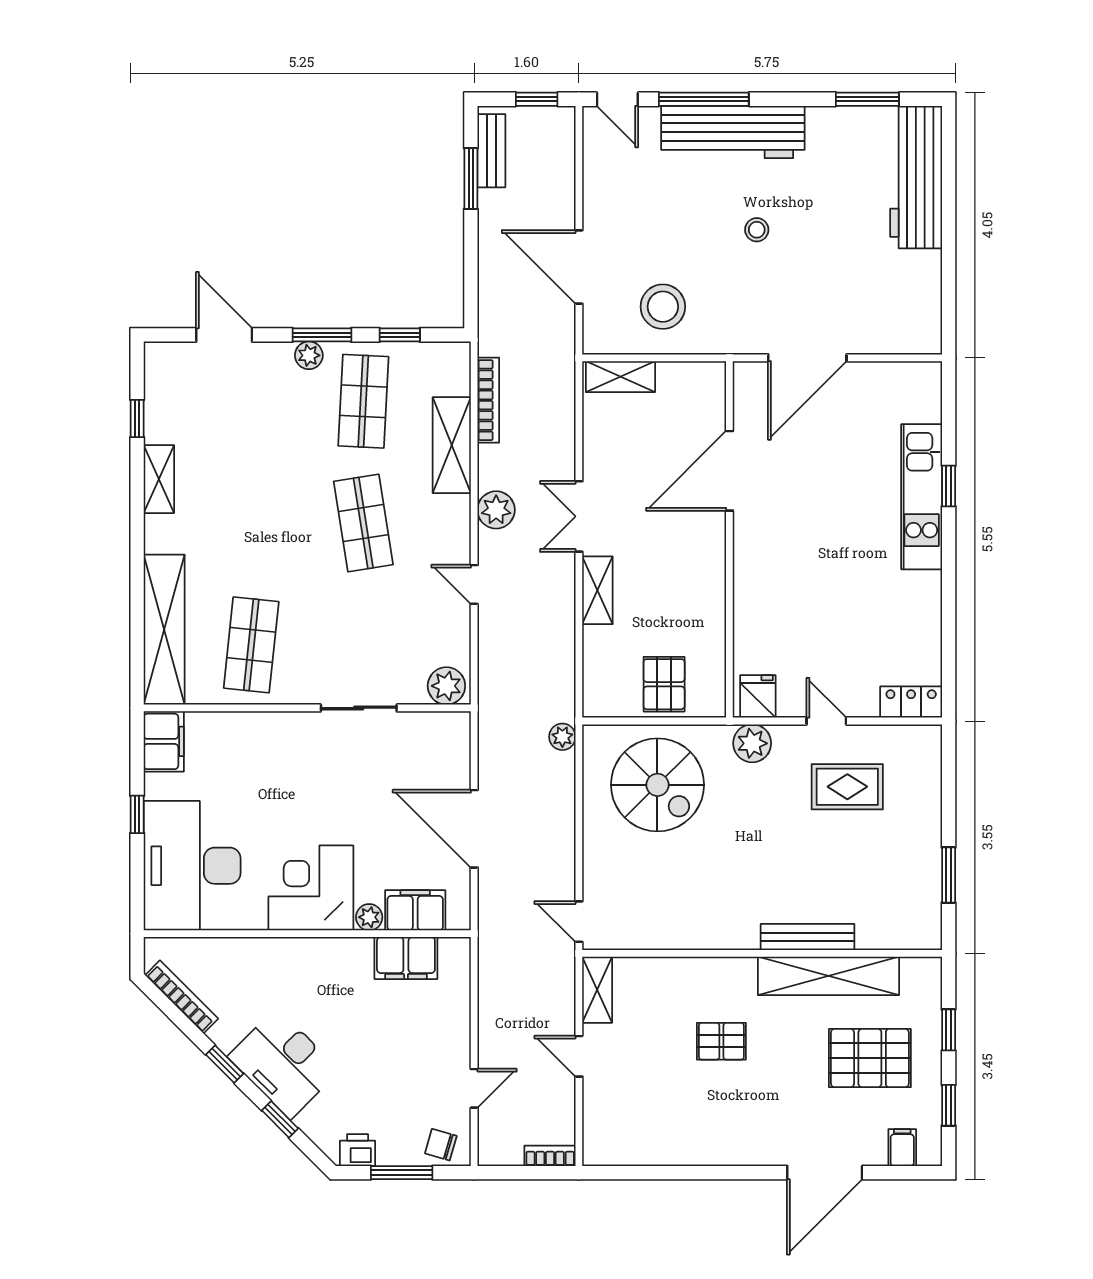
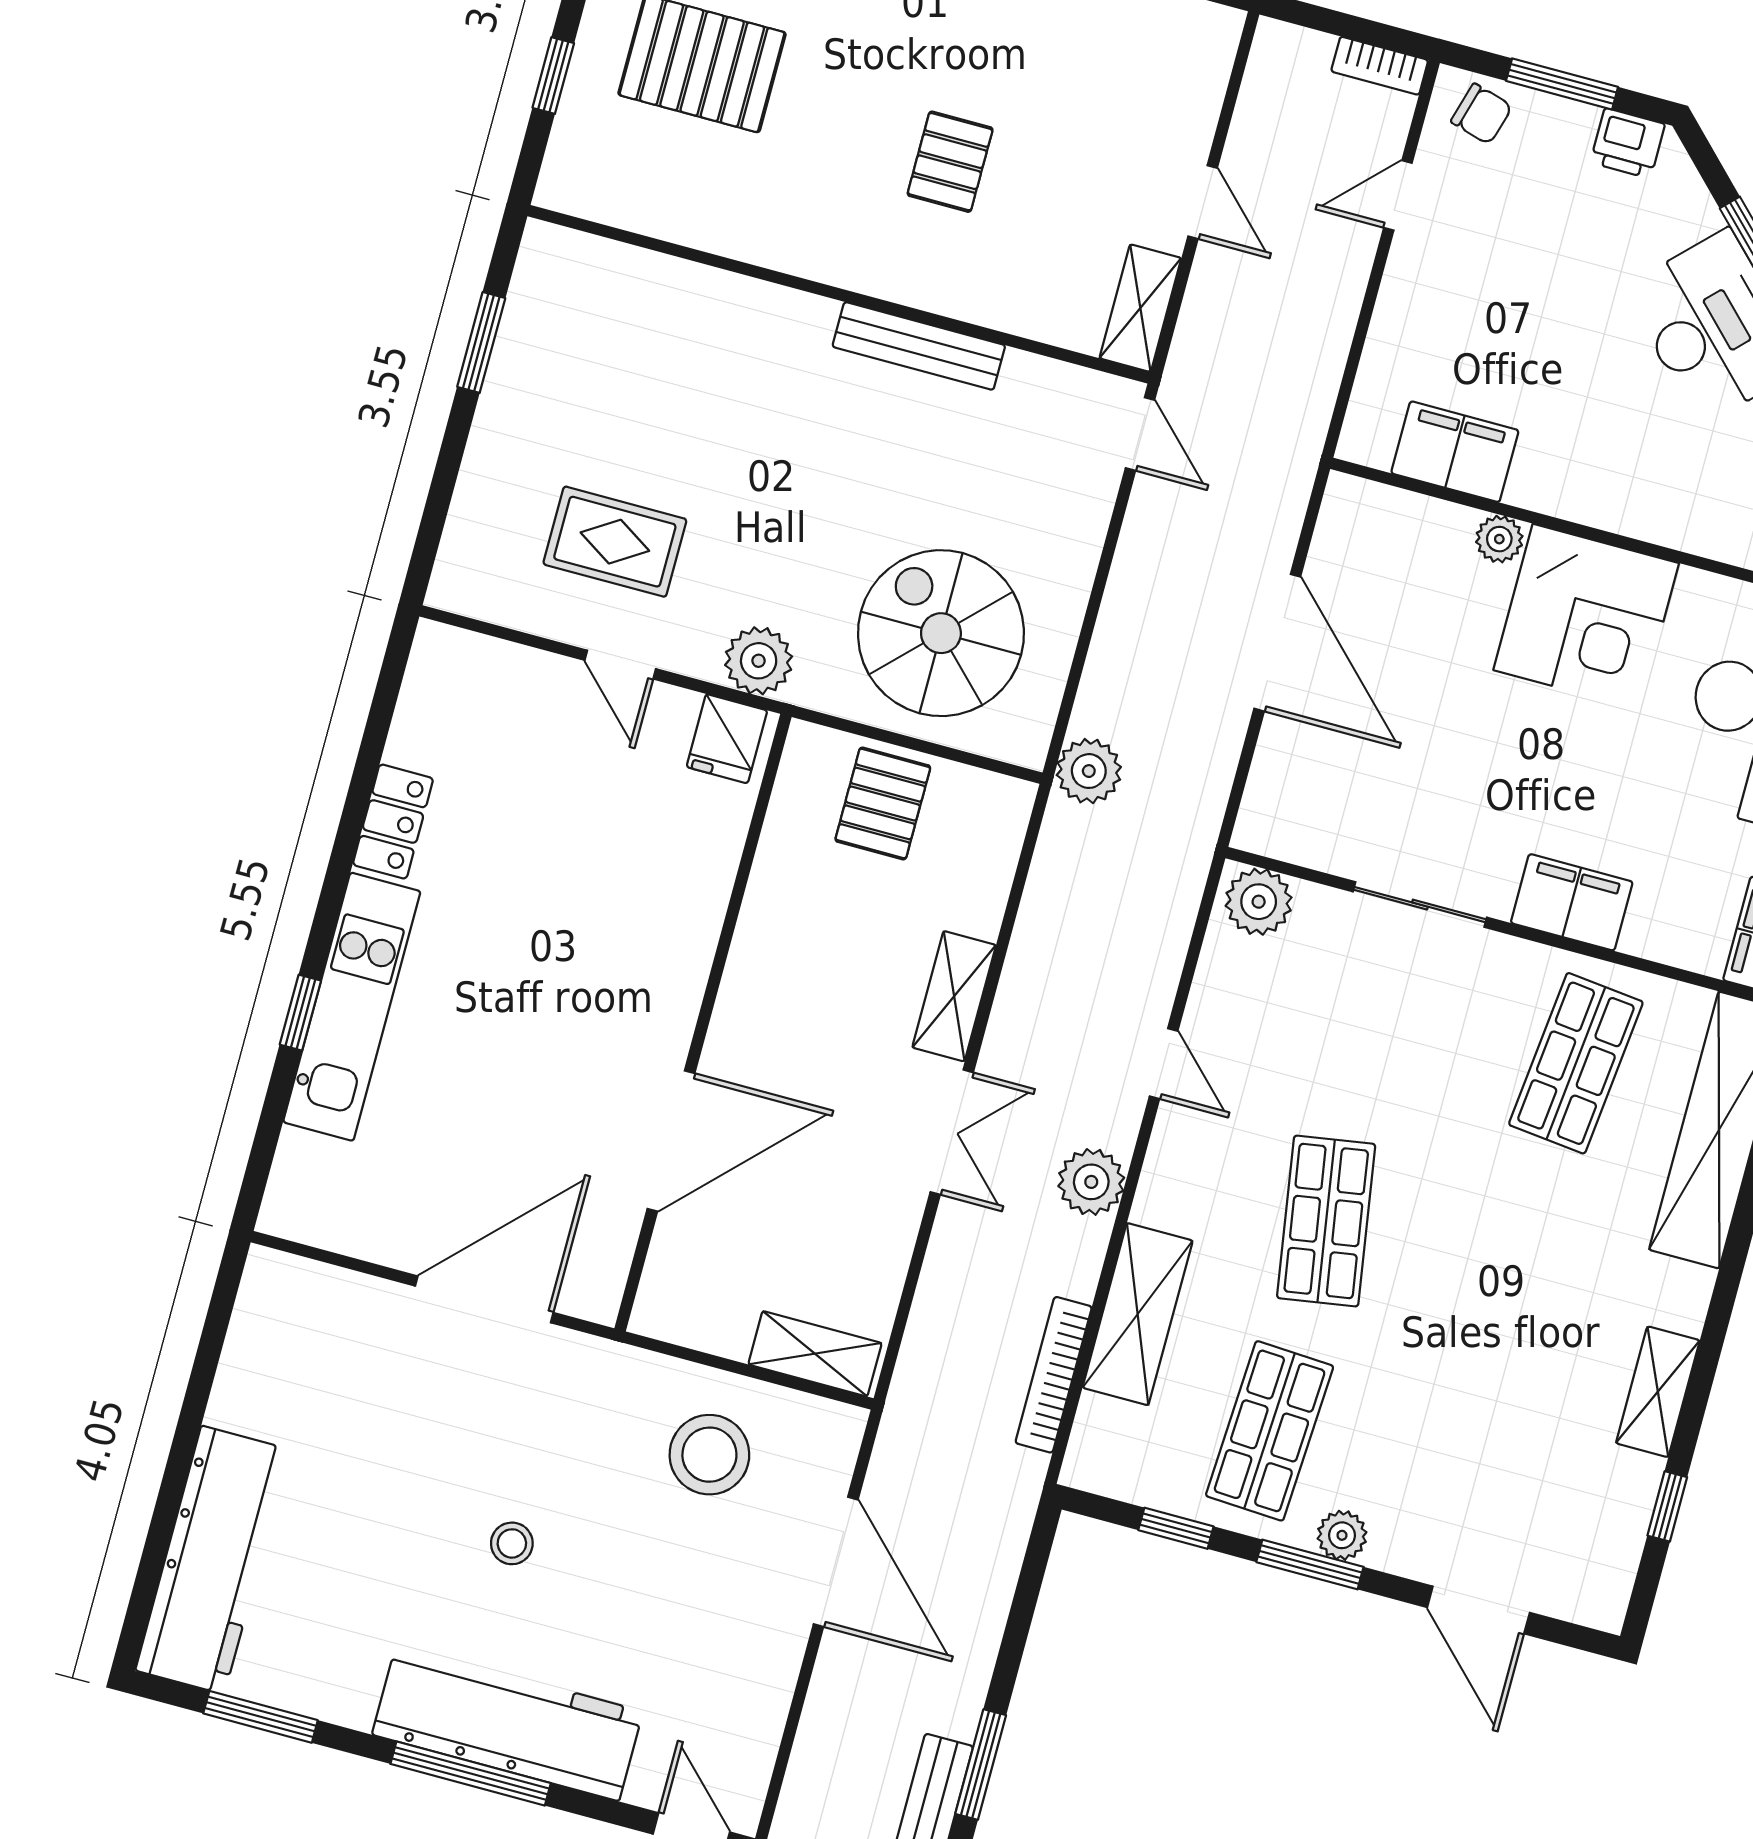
window: (704, 99) -> (471, 1774), moved
locker: (911, 702) -> (393, 822), moved, turned -90
plant: (562, 737) -> (1089, 771), width x1.38, depth x1.38
filing cabinet: (415, 910) -> (1572, 902), moved, turned 180
bench: (807, 937) -> (919, 346), moved
shelving: (828, 976) -> (735, 224), removed
pallet: (721, 1041) -> (950, 162), turned 90
bookcase: (550, 1156) -> (1380, 66), moved

